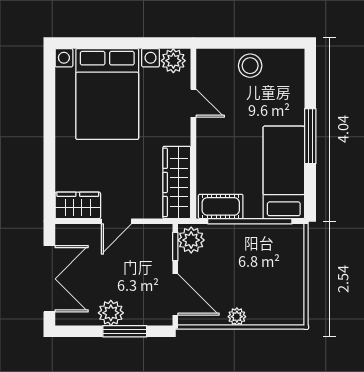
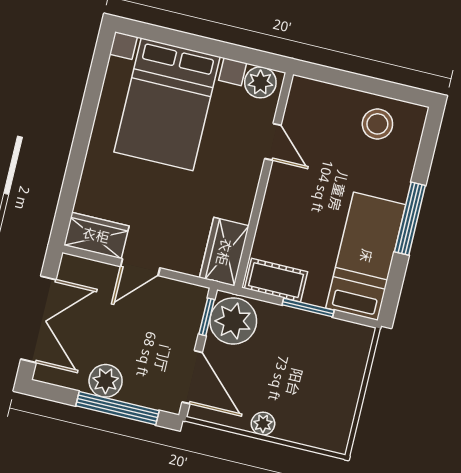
stool: (250, 66) -> (377, 124), moved
wardrobe: (177, 182) -> (224, 252), width x0.67
window: (250, 221) -> (308, 308), width x0.47
plant: (191, 240) -> (233, 321), width x1.36, depth x1.36
window: (125, 331) -> (117, 408), width x1.44

